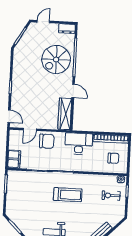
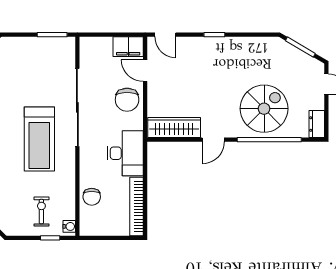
spiral stairs: (56, 60) -> (264, 109), turned 90
door: (9, 116) -> (165, 35), hinge flipped
chair: (113, 158) -> (92, 197), moved
filing cabinet: (14, 159) -> (128, 47), moved
treadmill: (68, 195) -> (39, 139), width x1.37, depth x1.38

